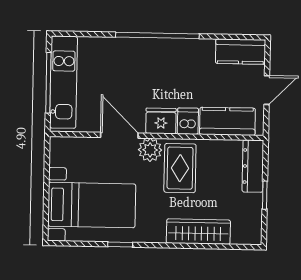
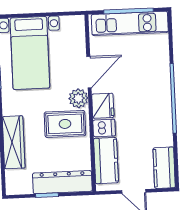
dresser: (253, 166) -> (62, 182), width x1.37, depth x1.24

